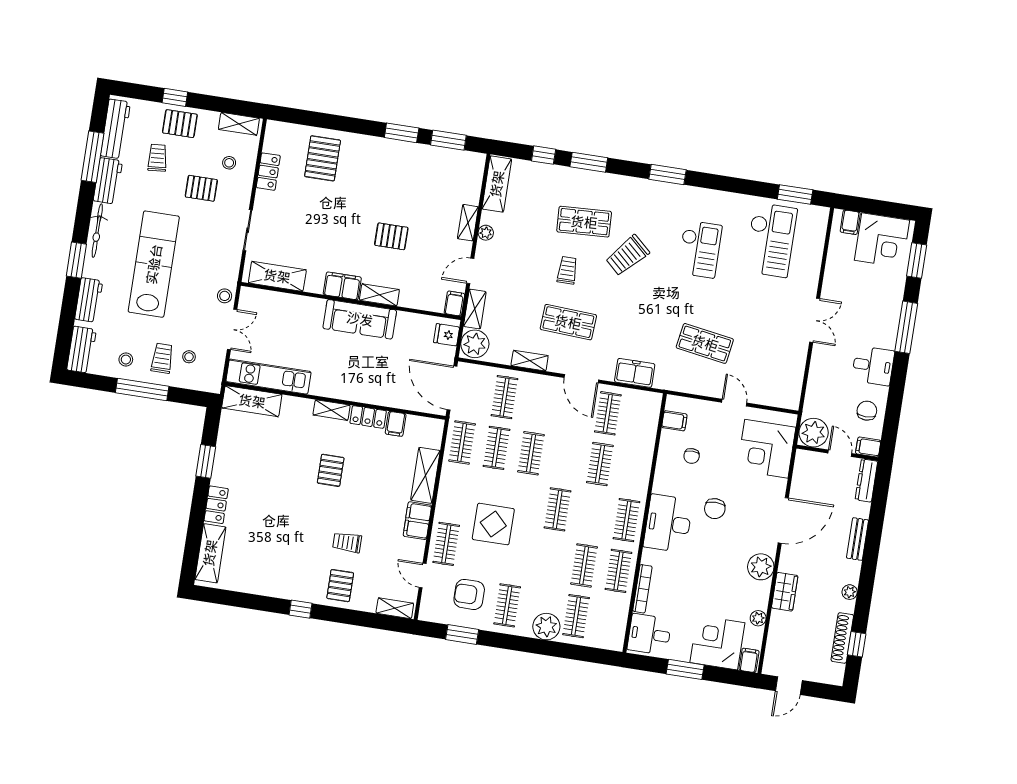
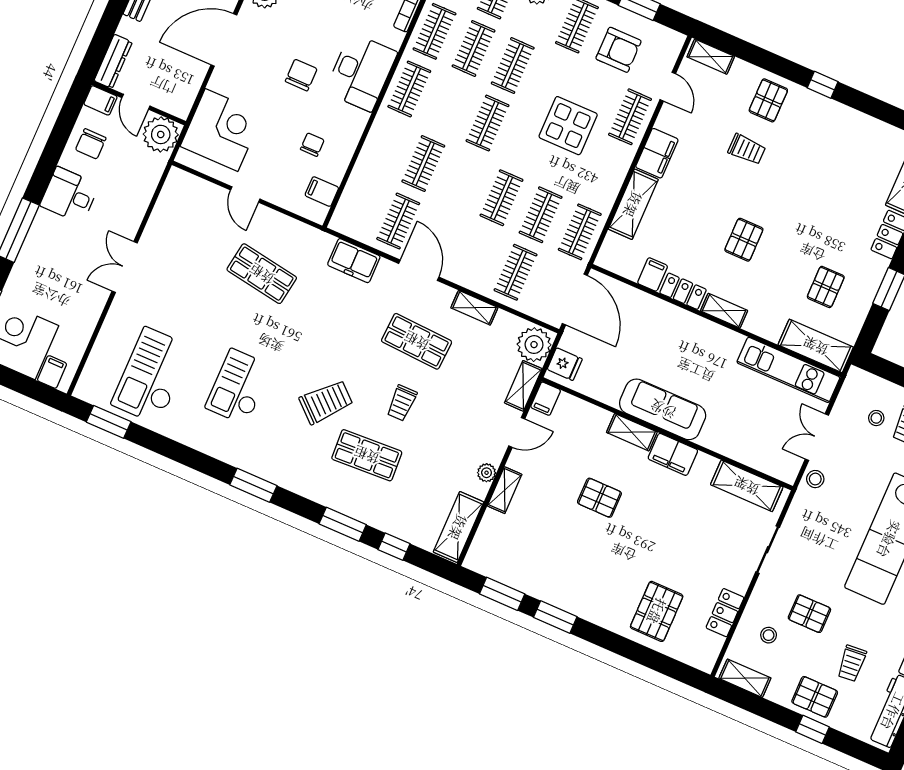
pallet: (256, 450) -> (826, 287), added
clothes rail: (550, 560) -> (513, 66), added

